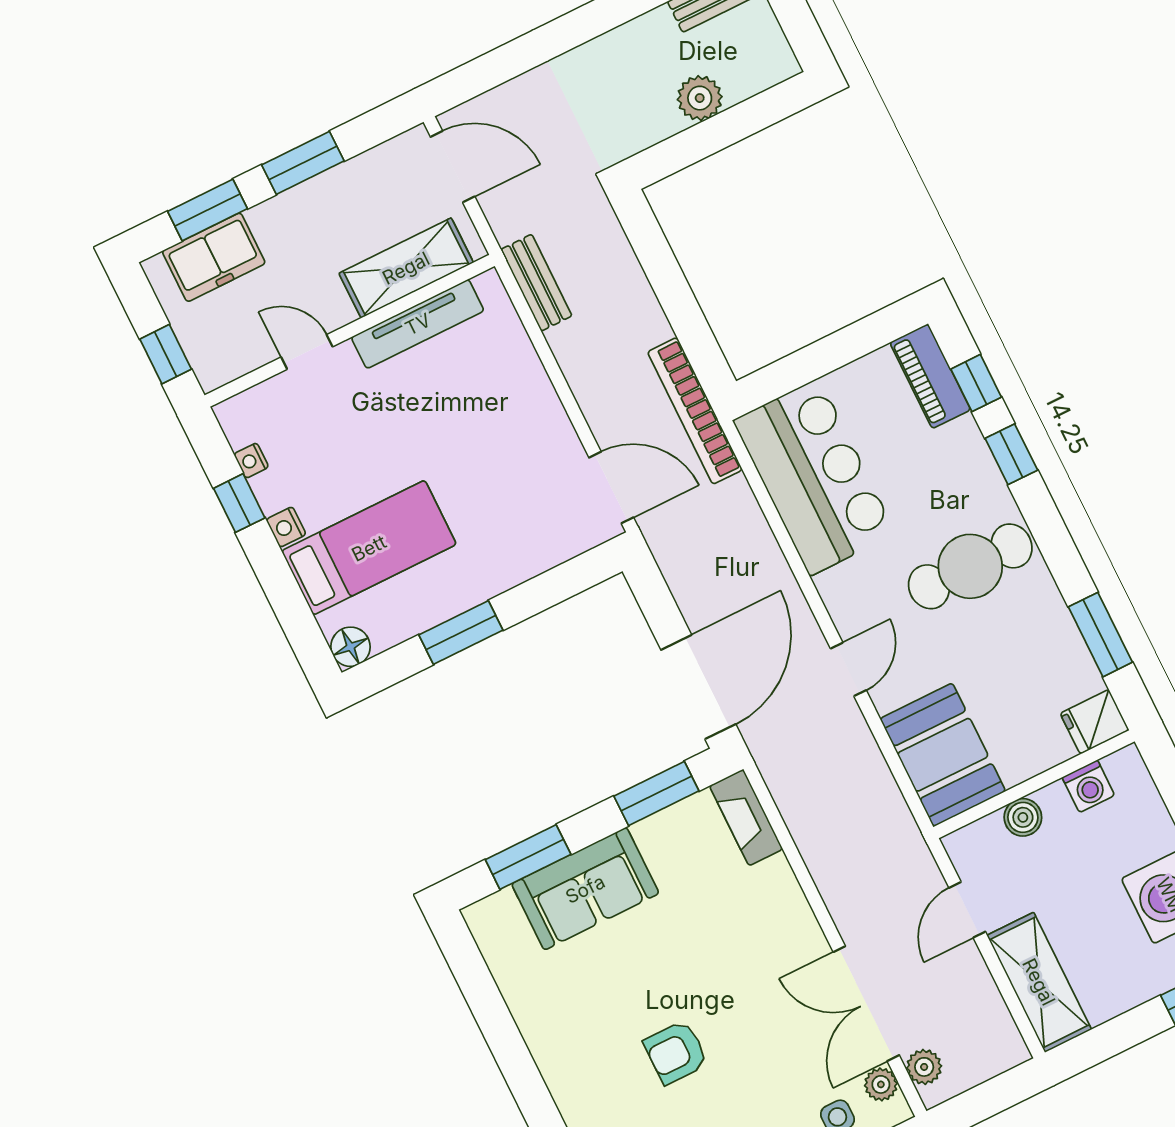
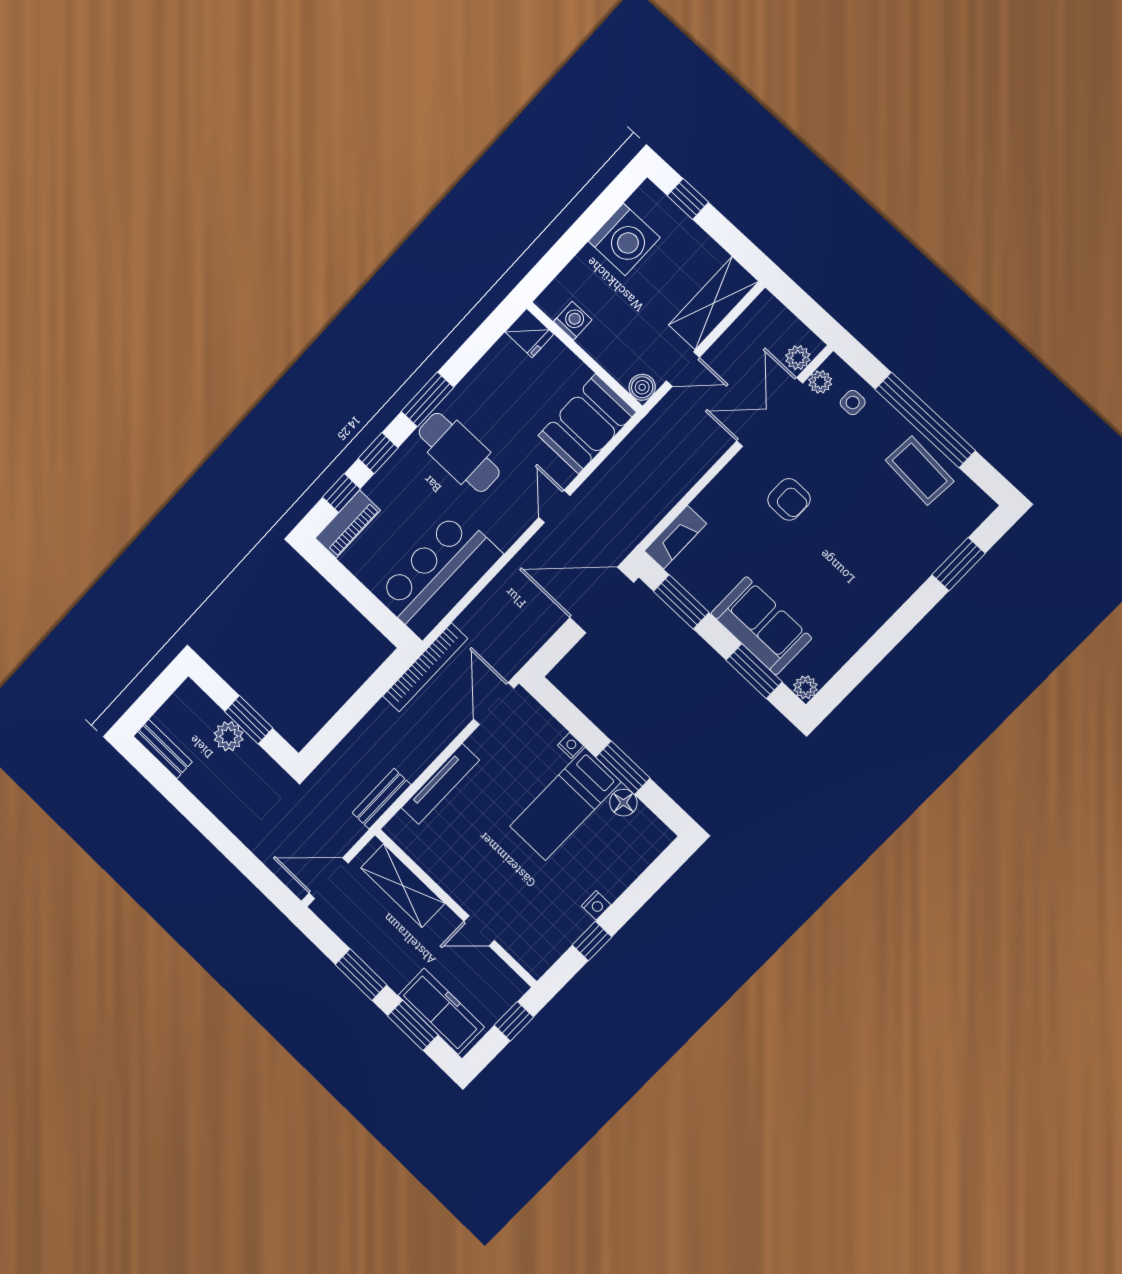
window: (712, 135) -> (249, 720), added
door: (453, 167) -> (329, 878), hinge flipped
freezer: (214, 257) -> (441, 1011), width x1.40
tv unit: (418, 324) -> (440, 784), moved, turned 90
door: (307, 352) -> (479, 931), hinge flipped
nightstand: (251, 461) -> (570, 745), moved, turned -90
bed: (369, 548) -> (565, 804), moved, turned -90
window: (1100, 635) -> (427, 399), moved
floor lamp: (350, 647) -> (623, 803), moved
door: (848, 669) -> (554, 506), hinge flipped
boiler: (1023, 817) -> (642, 387), moved
plant: (481, 917) -> (806, 687), added
double door: (866, 1004) -> (770, 412), swing flipped
armchair: (676, 1052) -> (789, 499), moved

